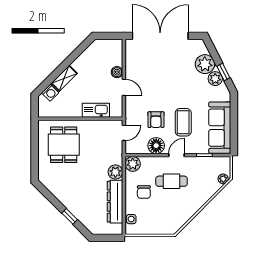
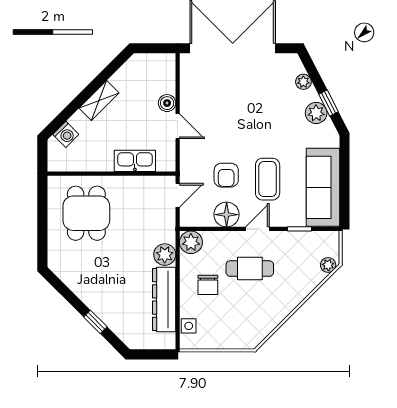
plant: (205, 64) -> (303, 82), width x0.53, depth x0.53
shelving: (64, 78) -> (99, 101), moved

